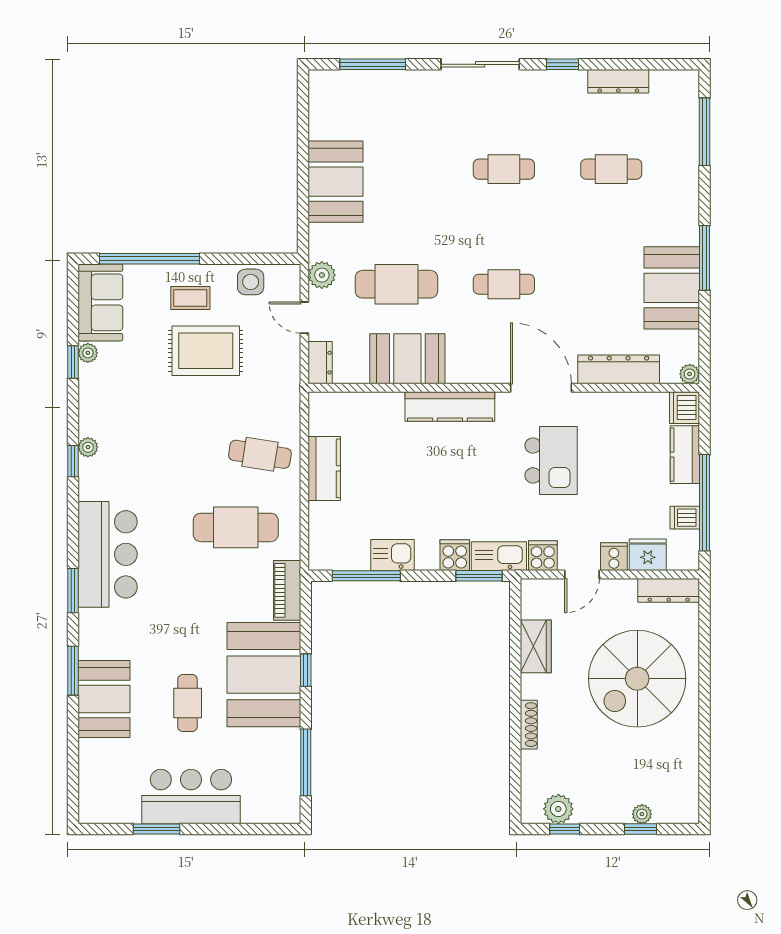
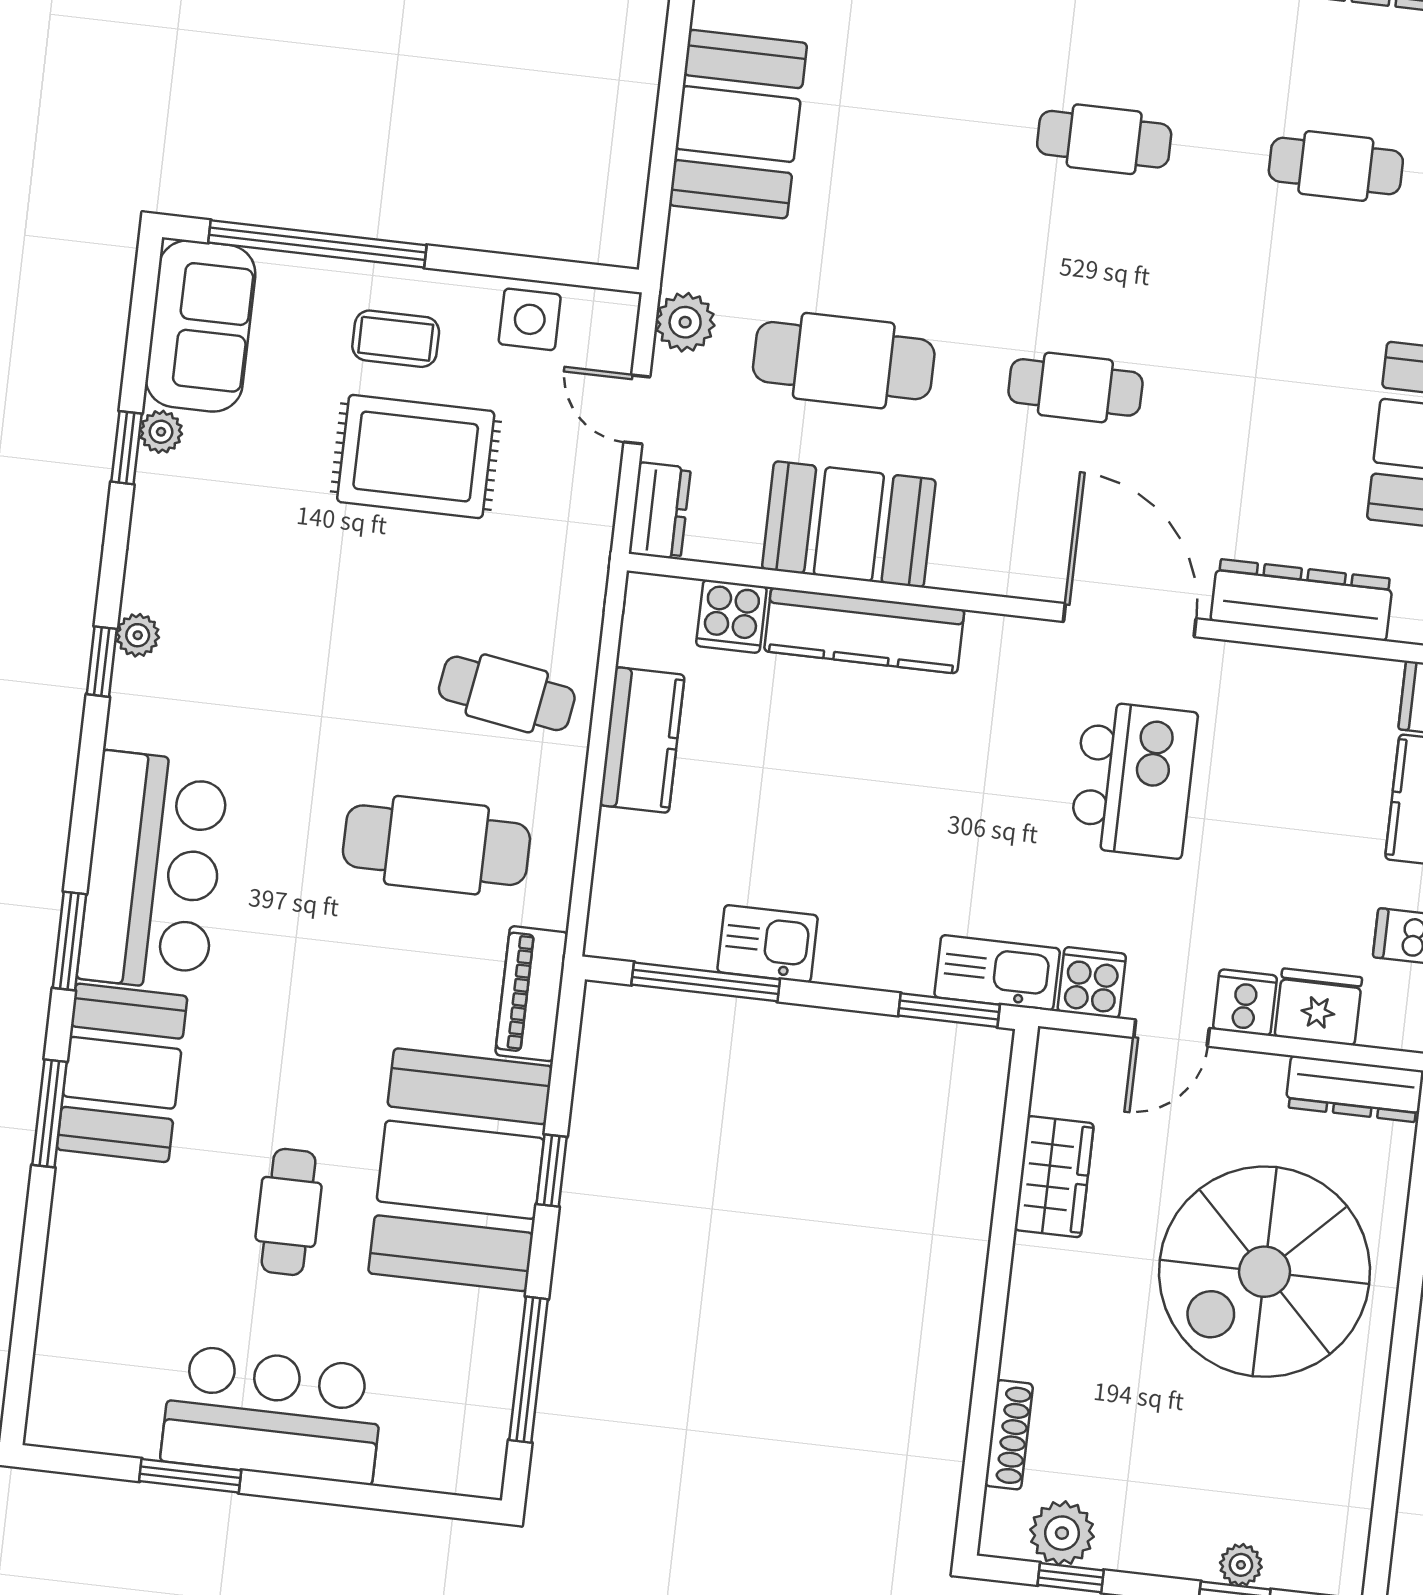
kitchen counter: (450, 407) -> (864, 630), moved
cooker: (455, 555) -> (731, 616), moved, turned 180
booth: (104, 699) -> (122, 1073), moved
shoe rack: (529, 725) -> (1009, 1435), moved

